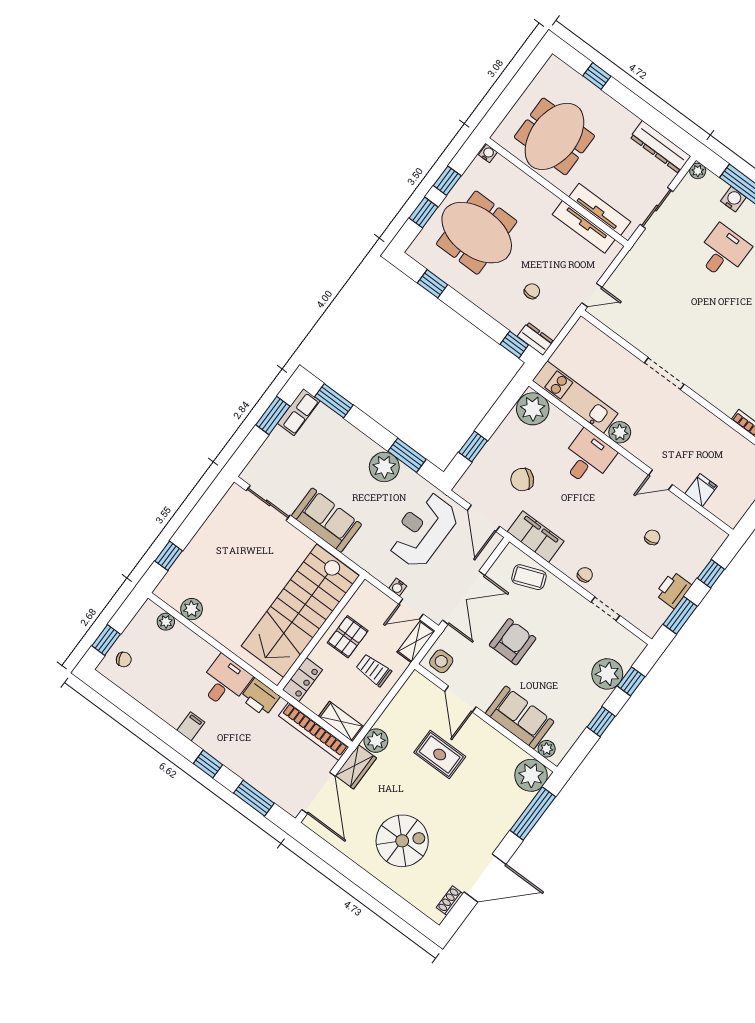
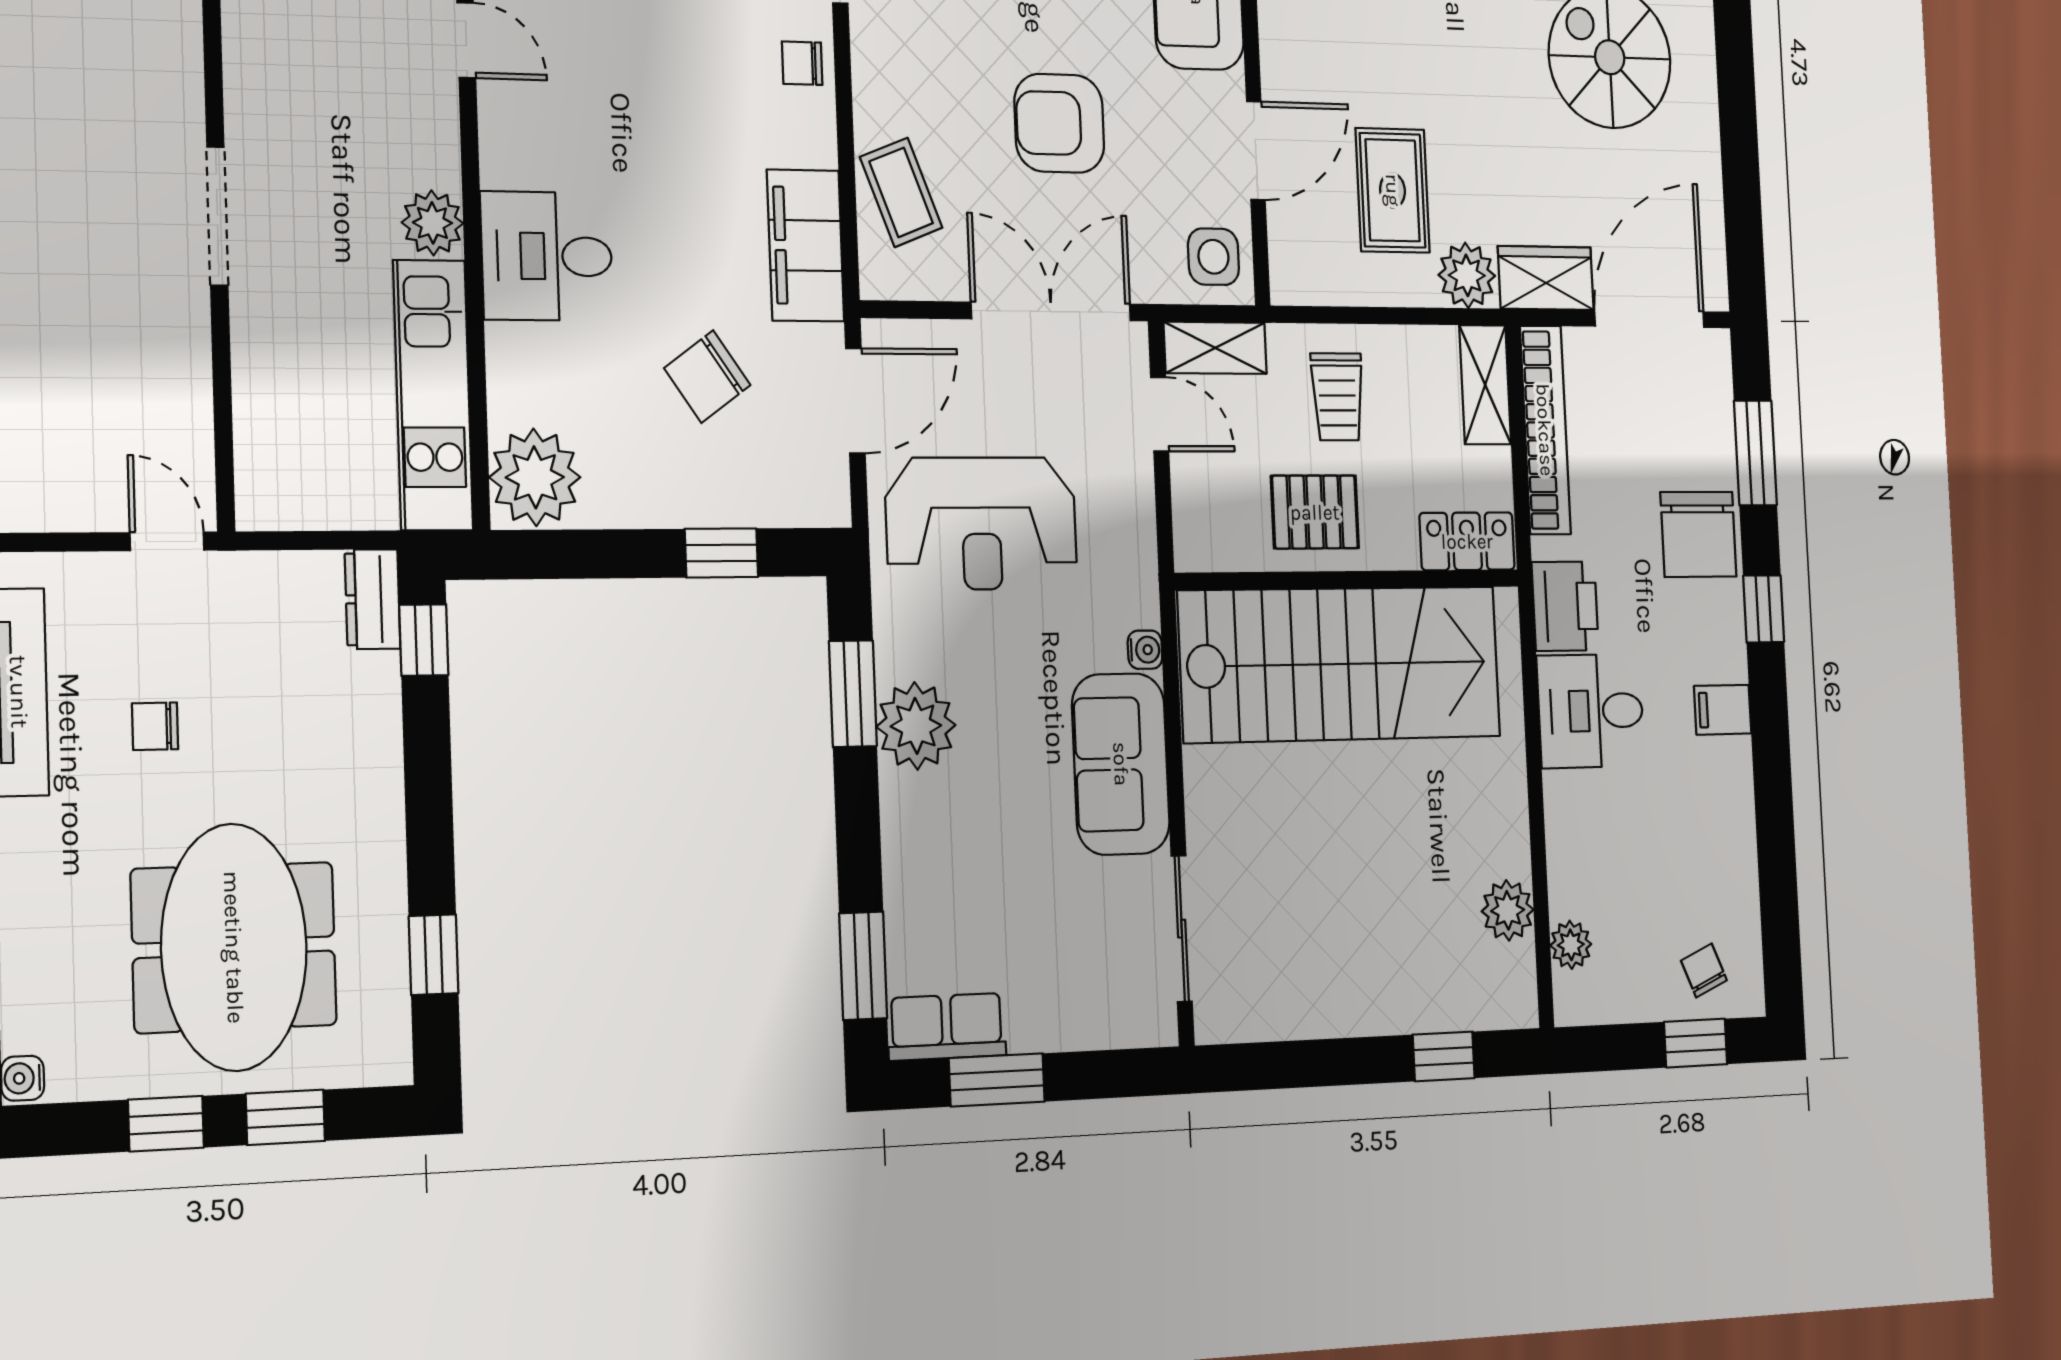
chair: (532, 291) -> (155, 726), moved
chair: (522, 480) -> (707, 377), turned 101
water cooler: (398, 587) -> (1145, 650), moved
rug: (440, 754) -> (1393, 190), moved
chair: (246, 759) -> (1698, 534), added

